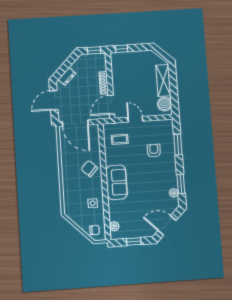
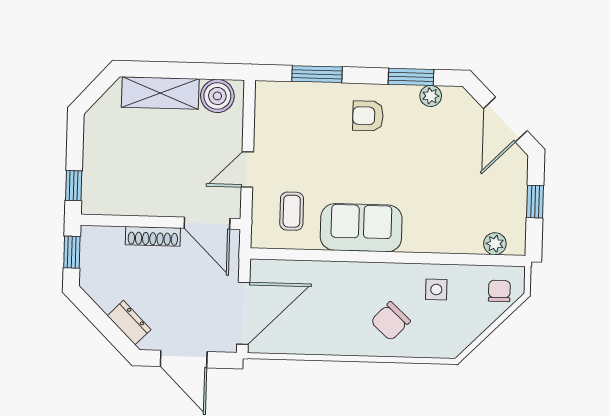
armchair: (154, 151) -> (368, 116), moved
chair: (89, 169) -> (391, 321), moved
sofa: (117, 182) -> (361, 228), moved

